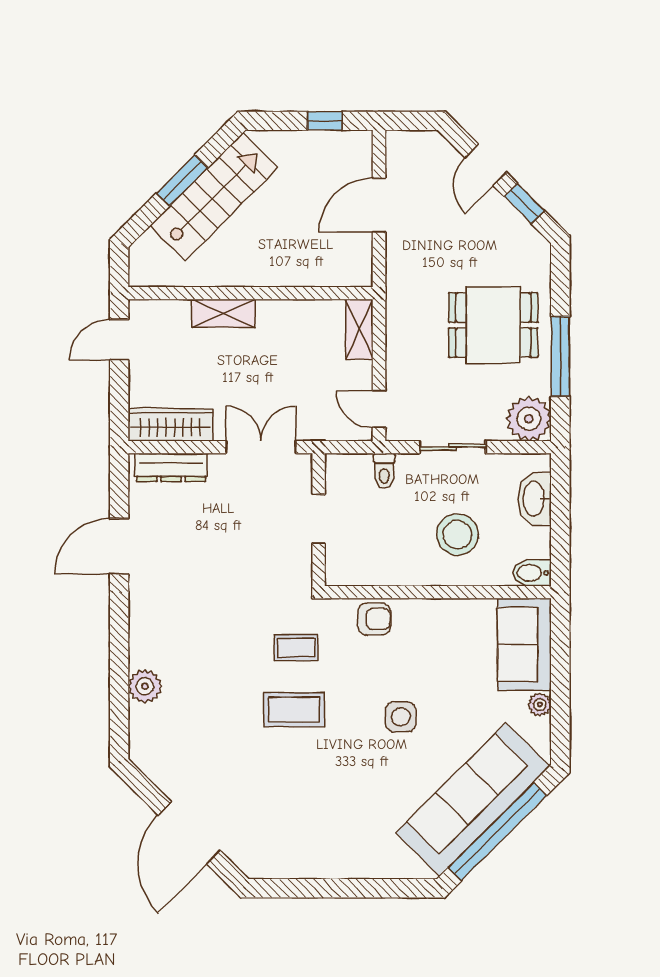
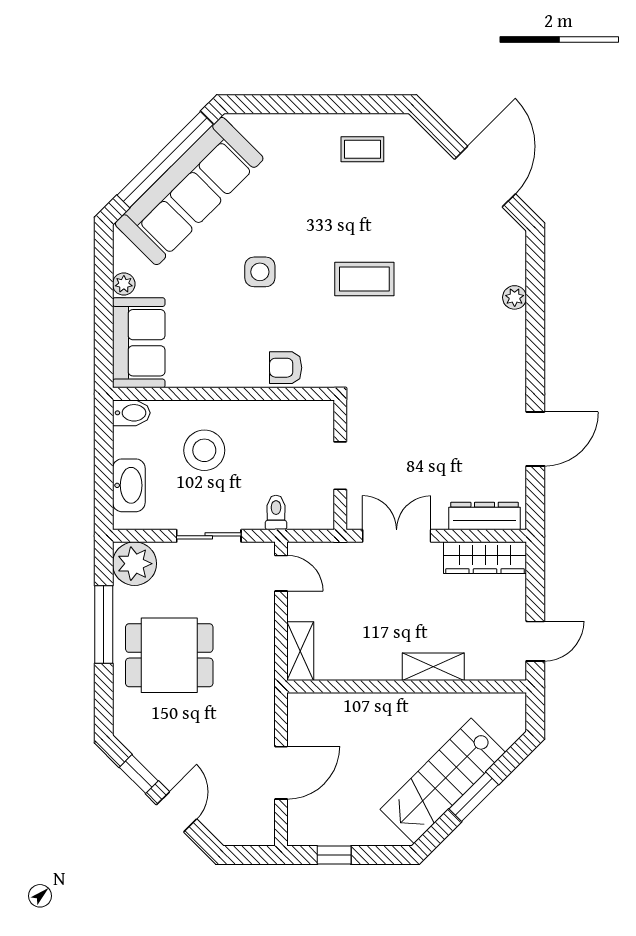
double door: (261, 447) -> (397, 536), swing flipped
coffee table: (296, 648) -> (362, 149), moved
plant: (145, 686) -> (515, 297), width x0.73, depth x0.73
door: (189, 833) -> (485, 177), moved

